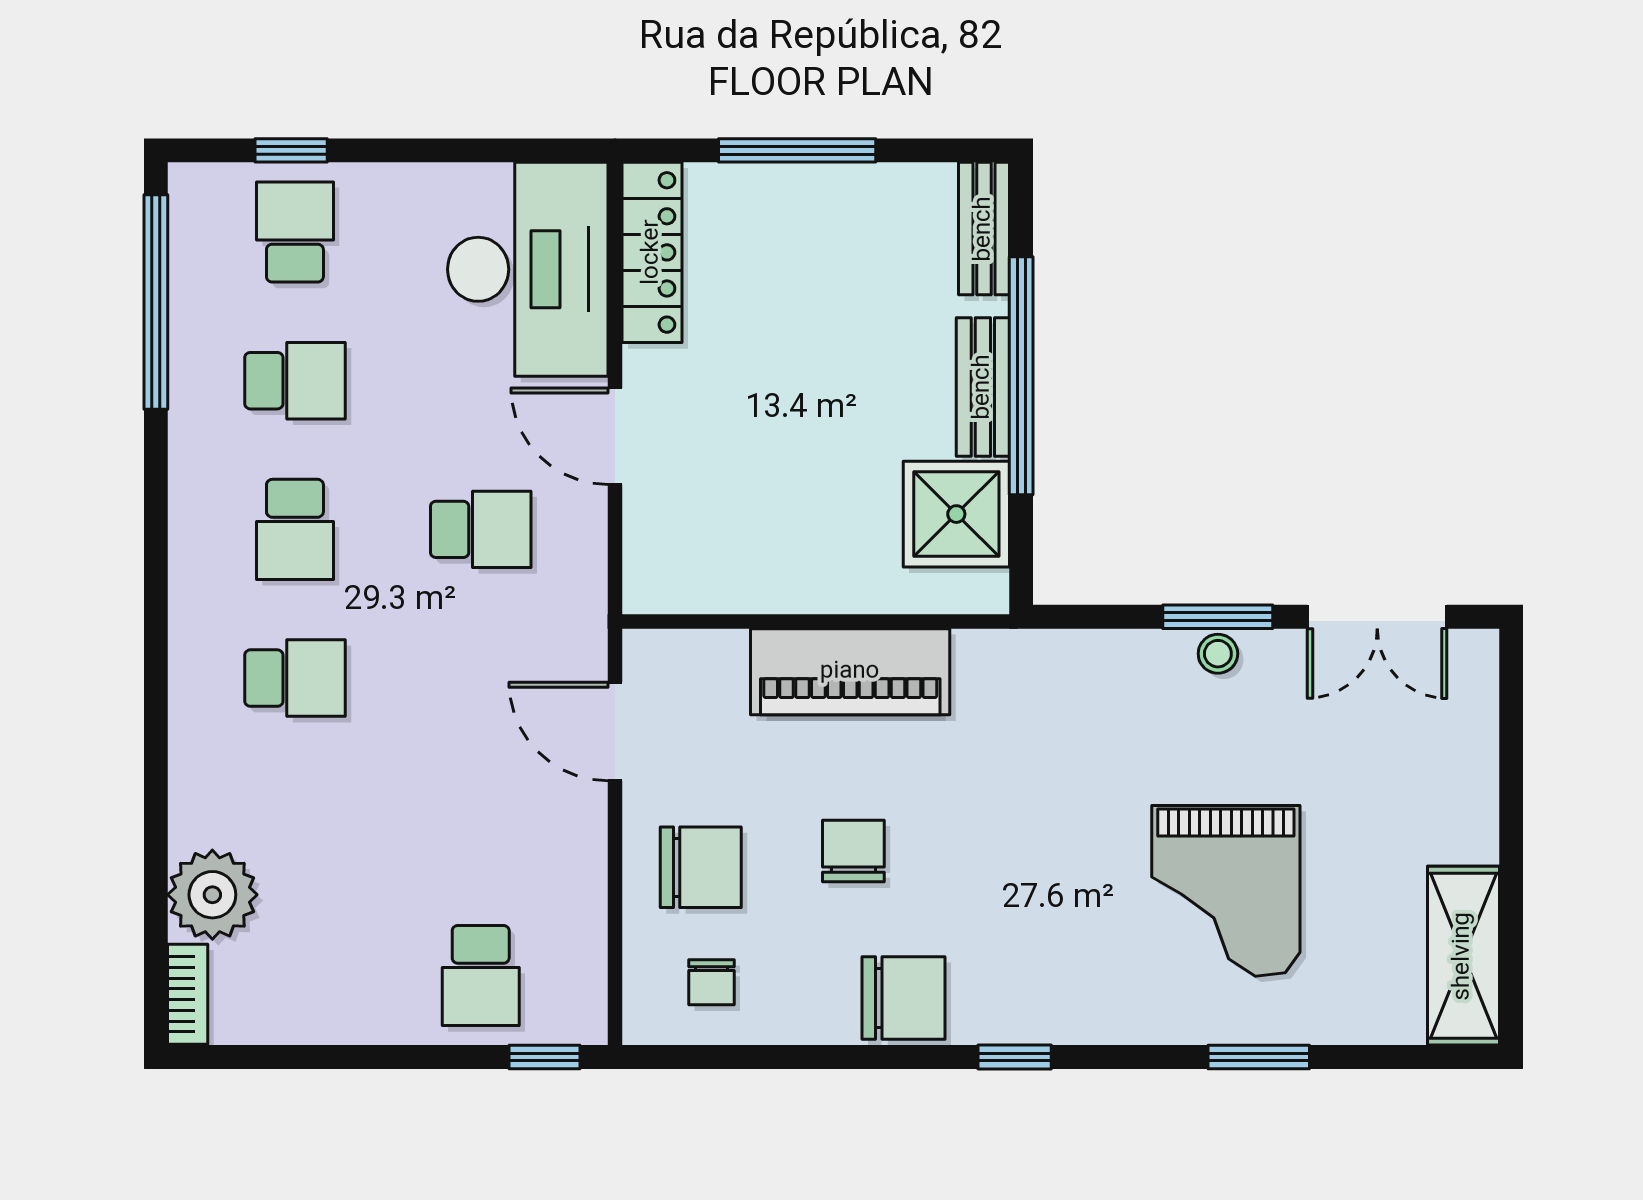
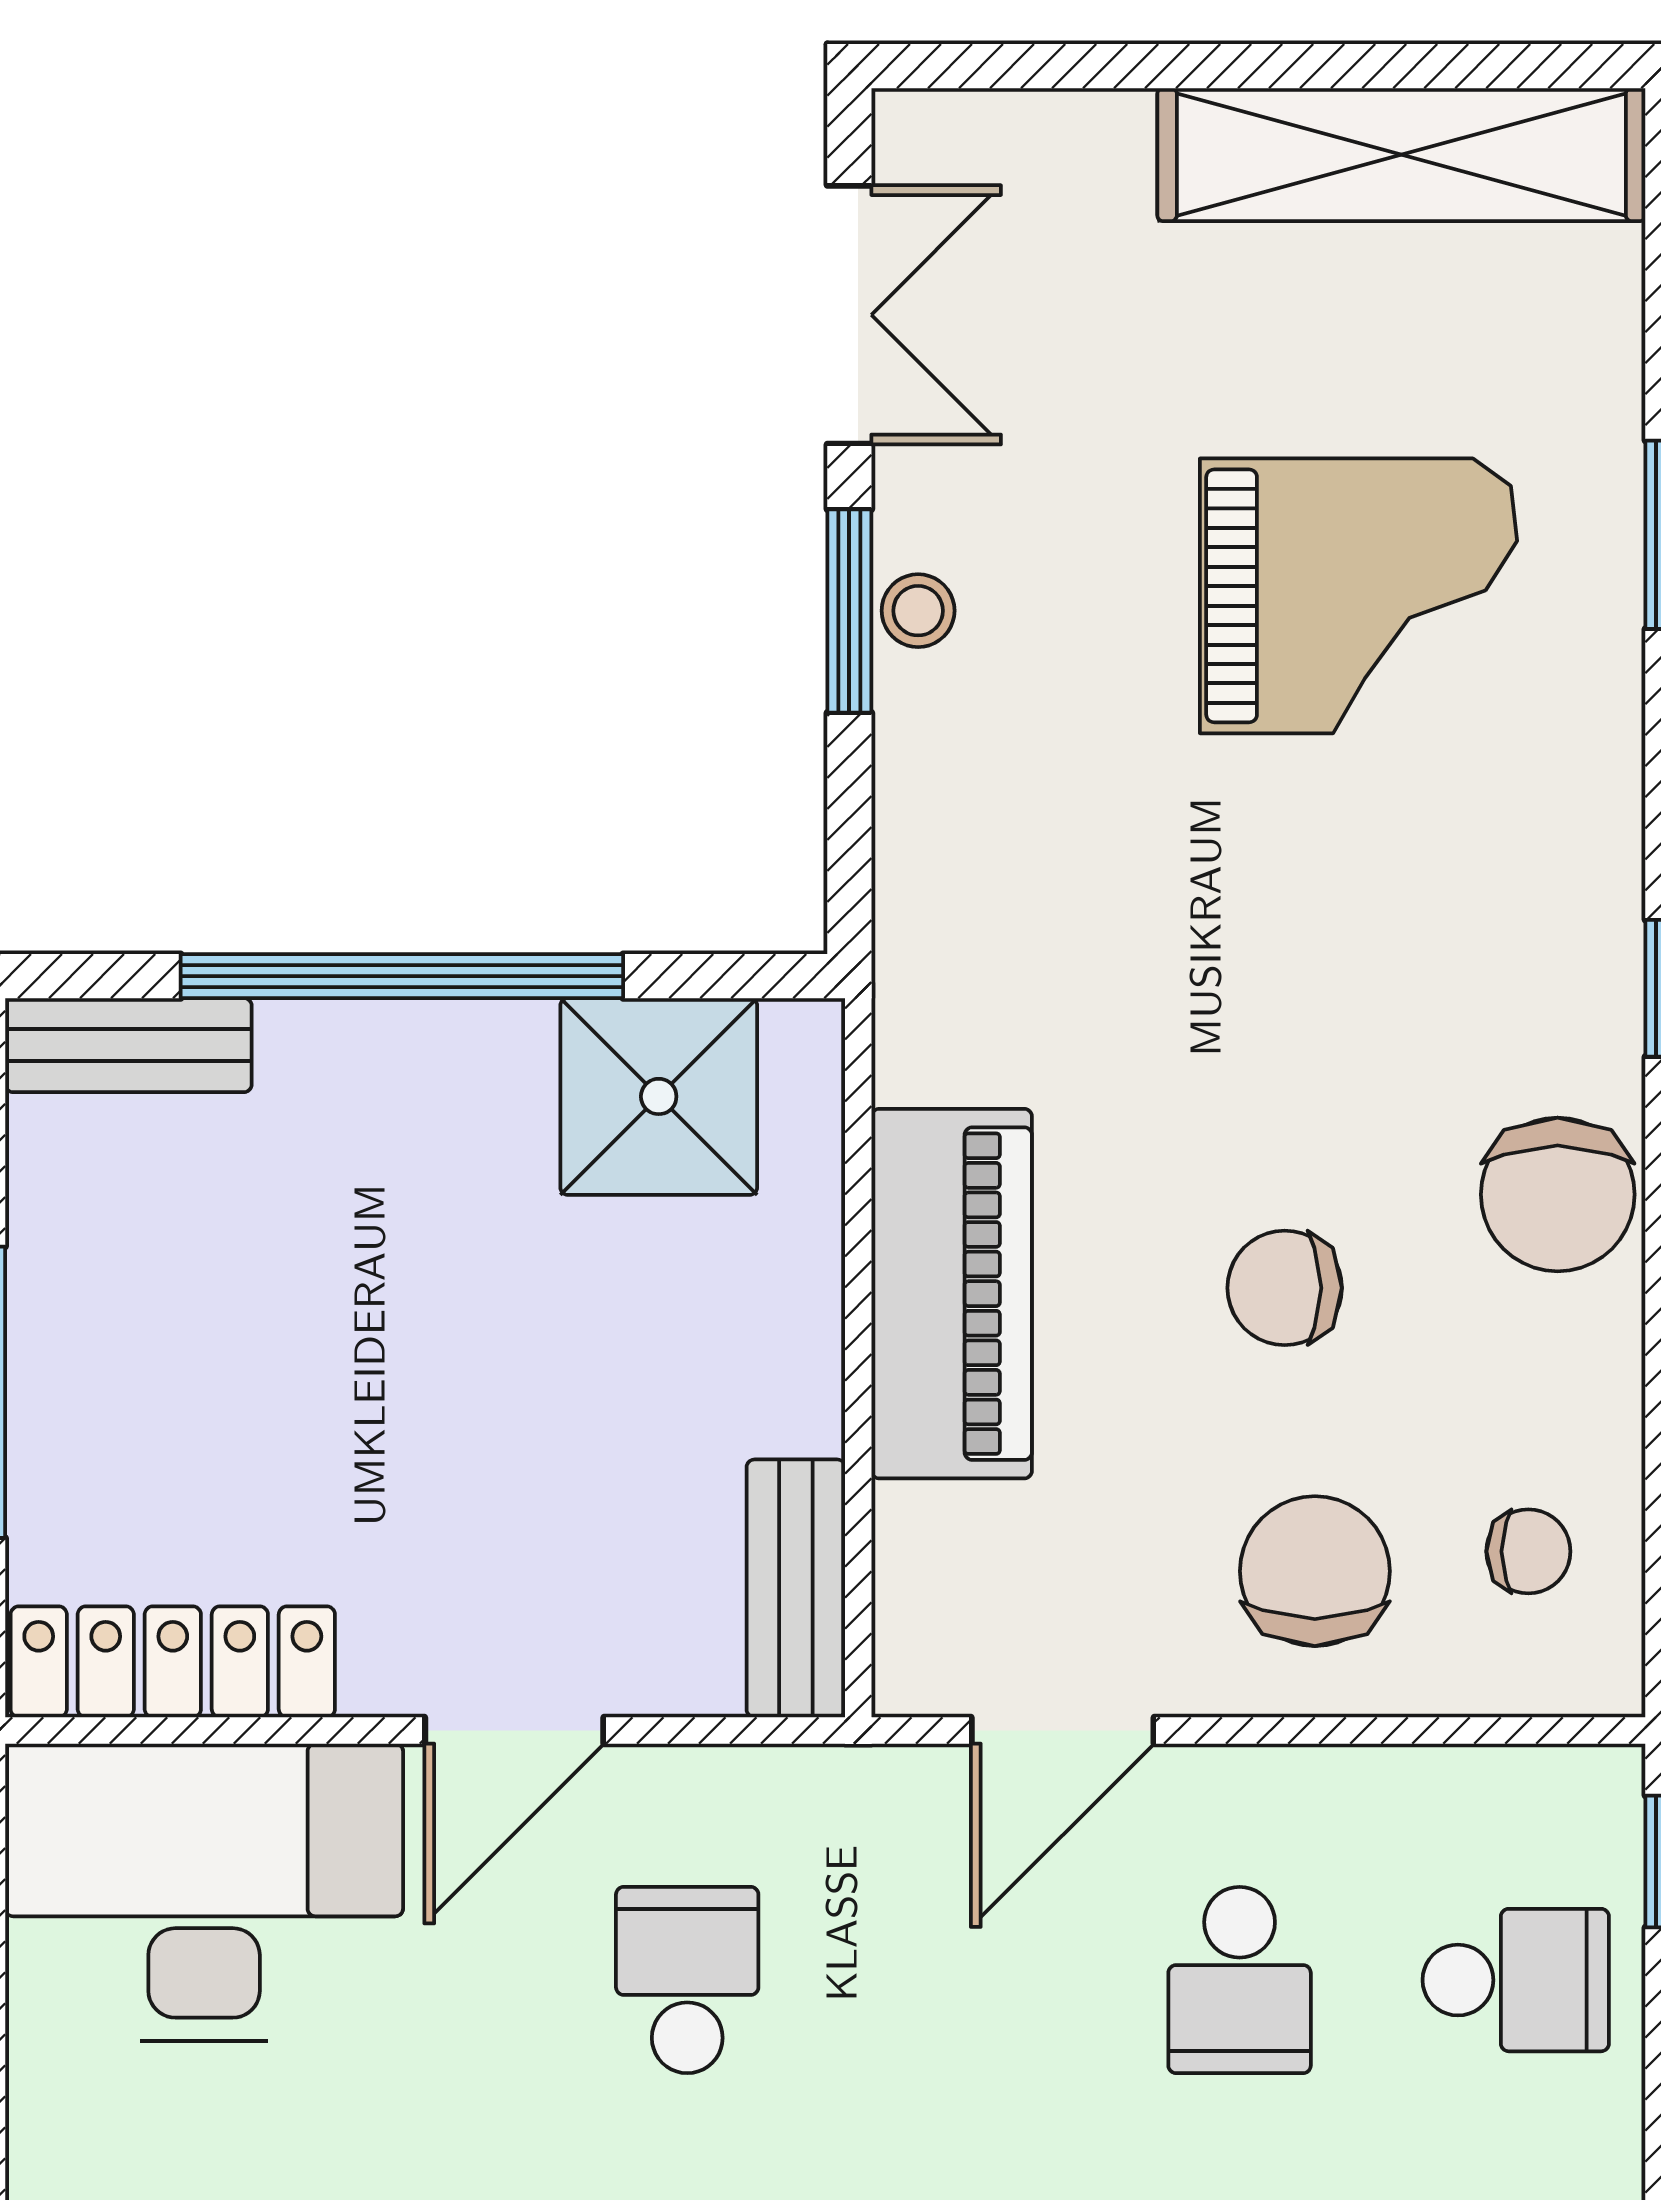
bench: (983, 387) -> (796, 1588), moved, turned 90
school desk: (481, 827) -> (1240, 1980), added
shelving: (1463, 956) -> (1401, 155), width x1.47
chair: (904, 998) -> (1558, 1194), turned 180

